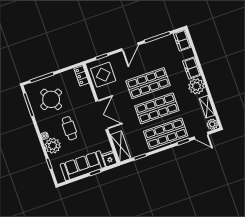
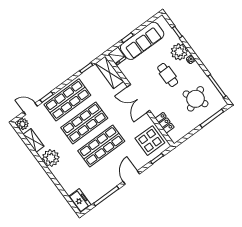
freezer: (192, 68) -> (61, 175), removed
locker: (82, 76) -> (165, 123), moved

